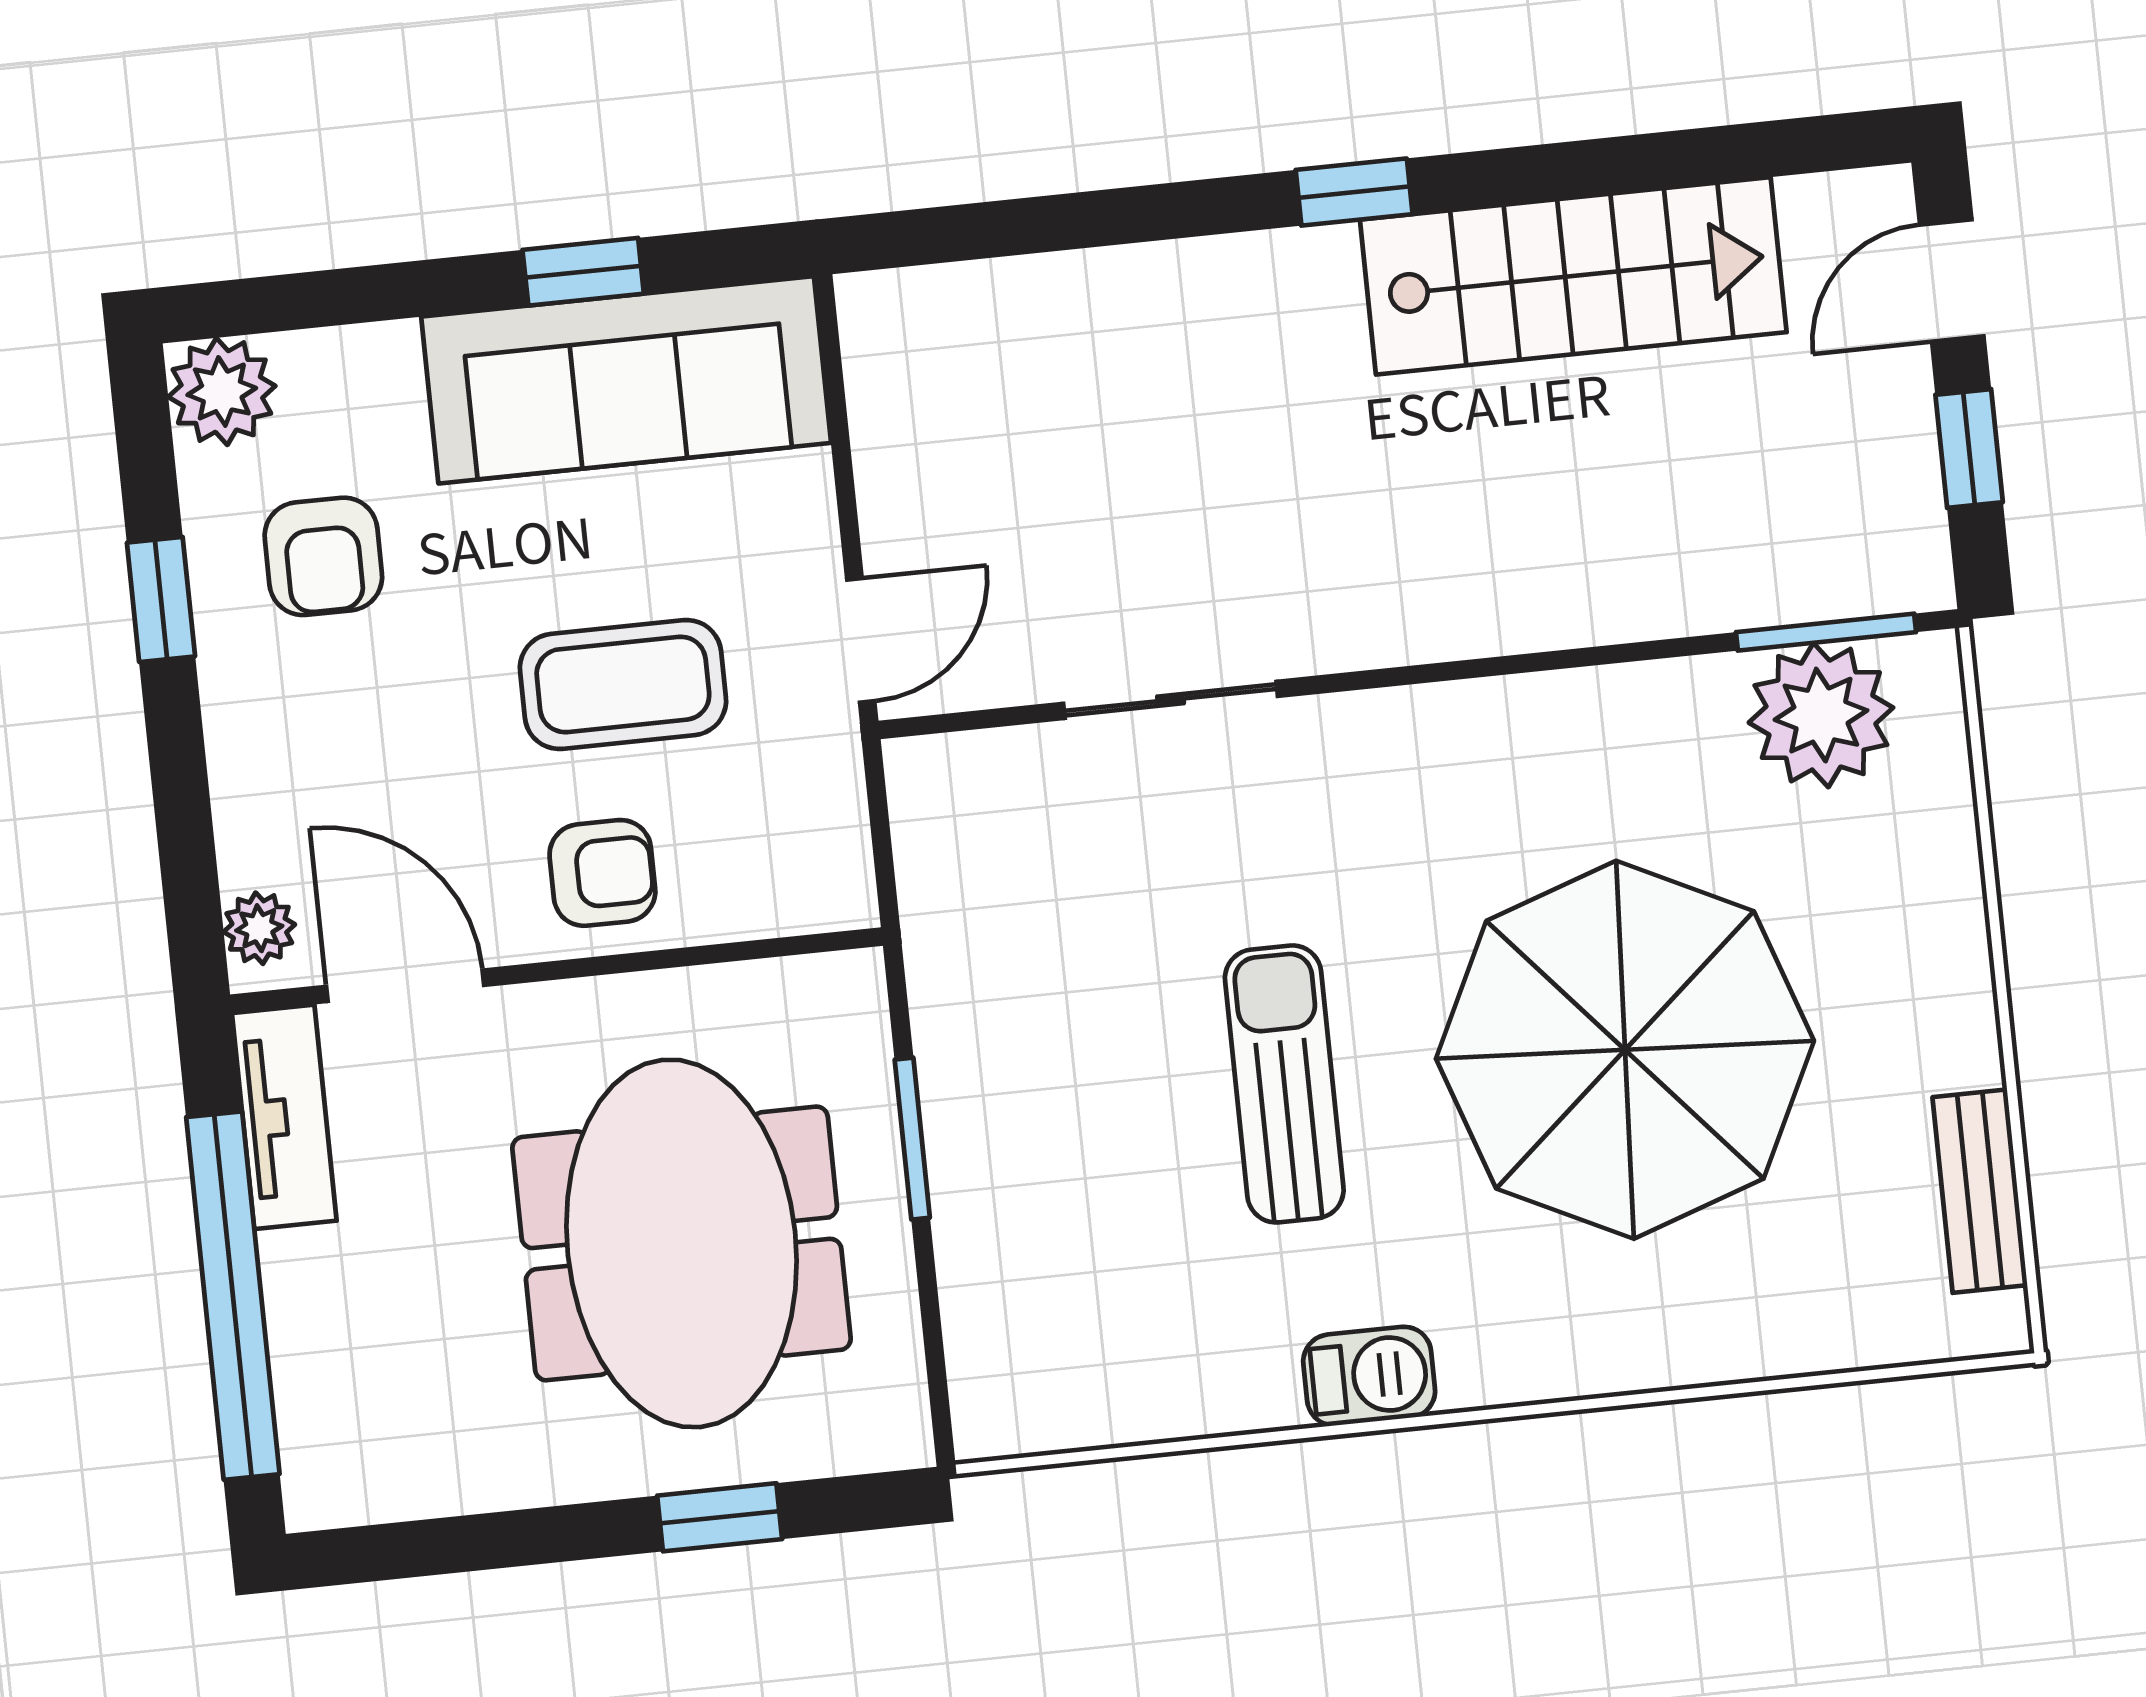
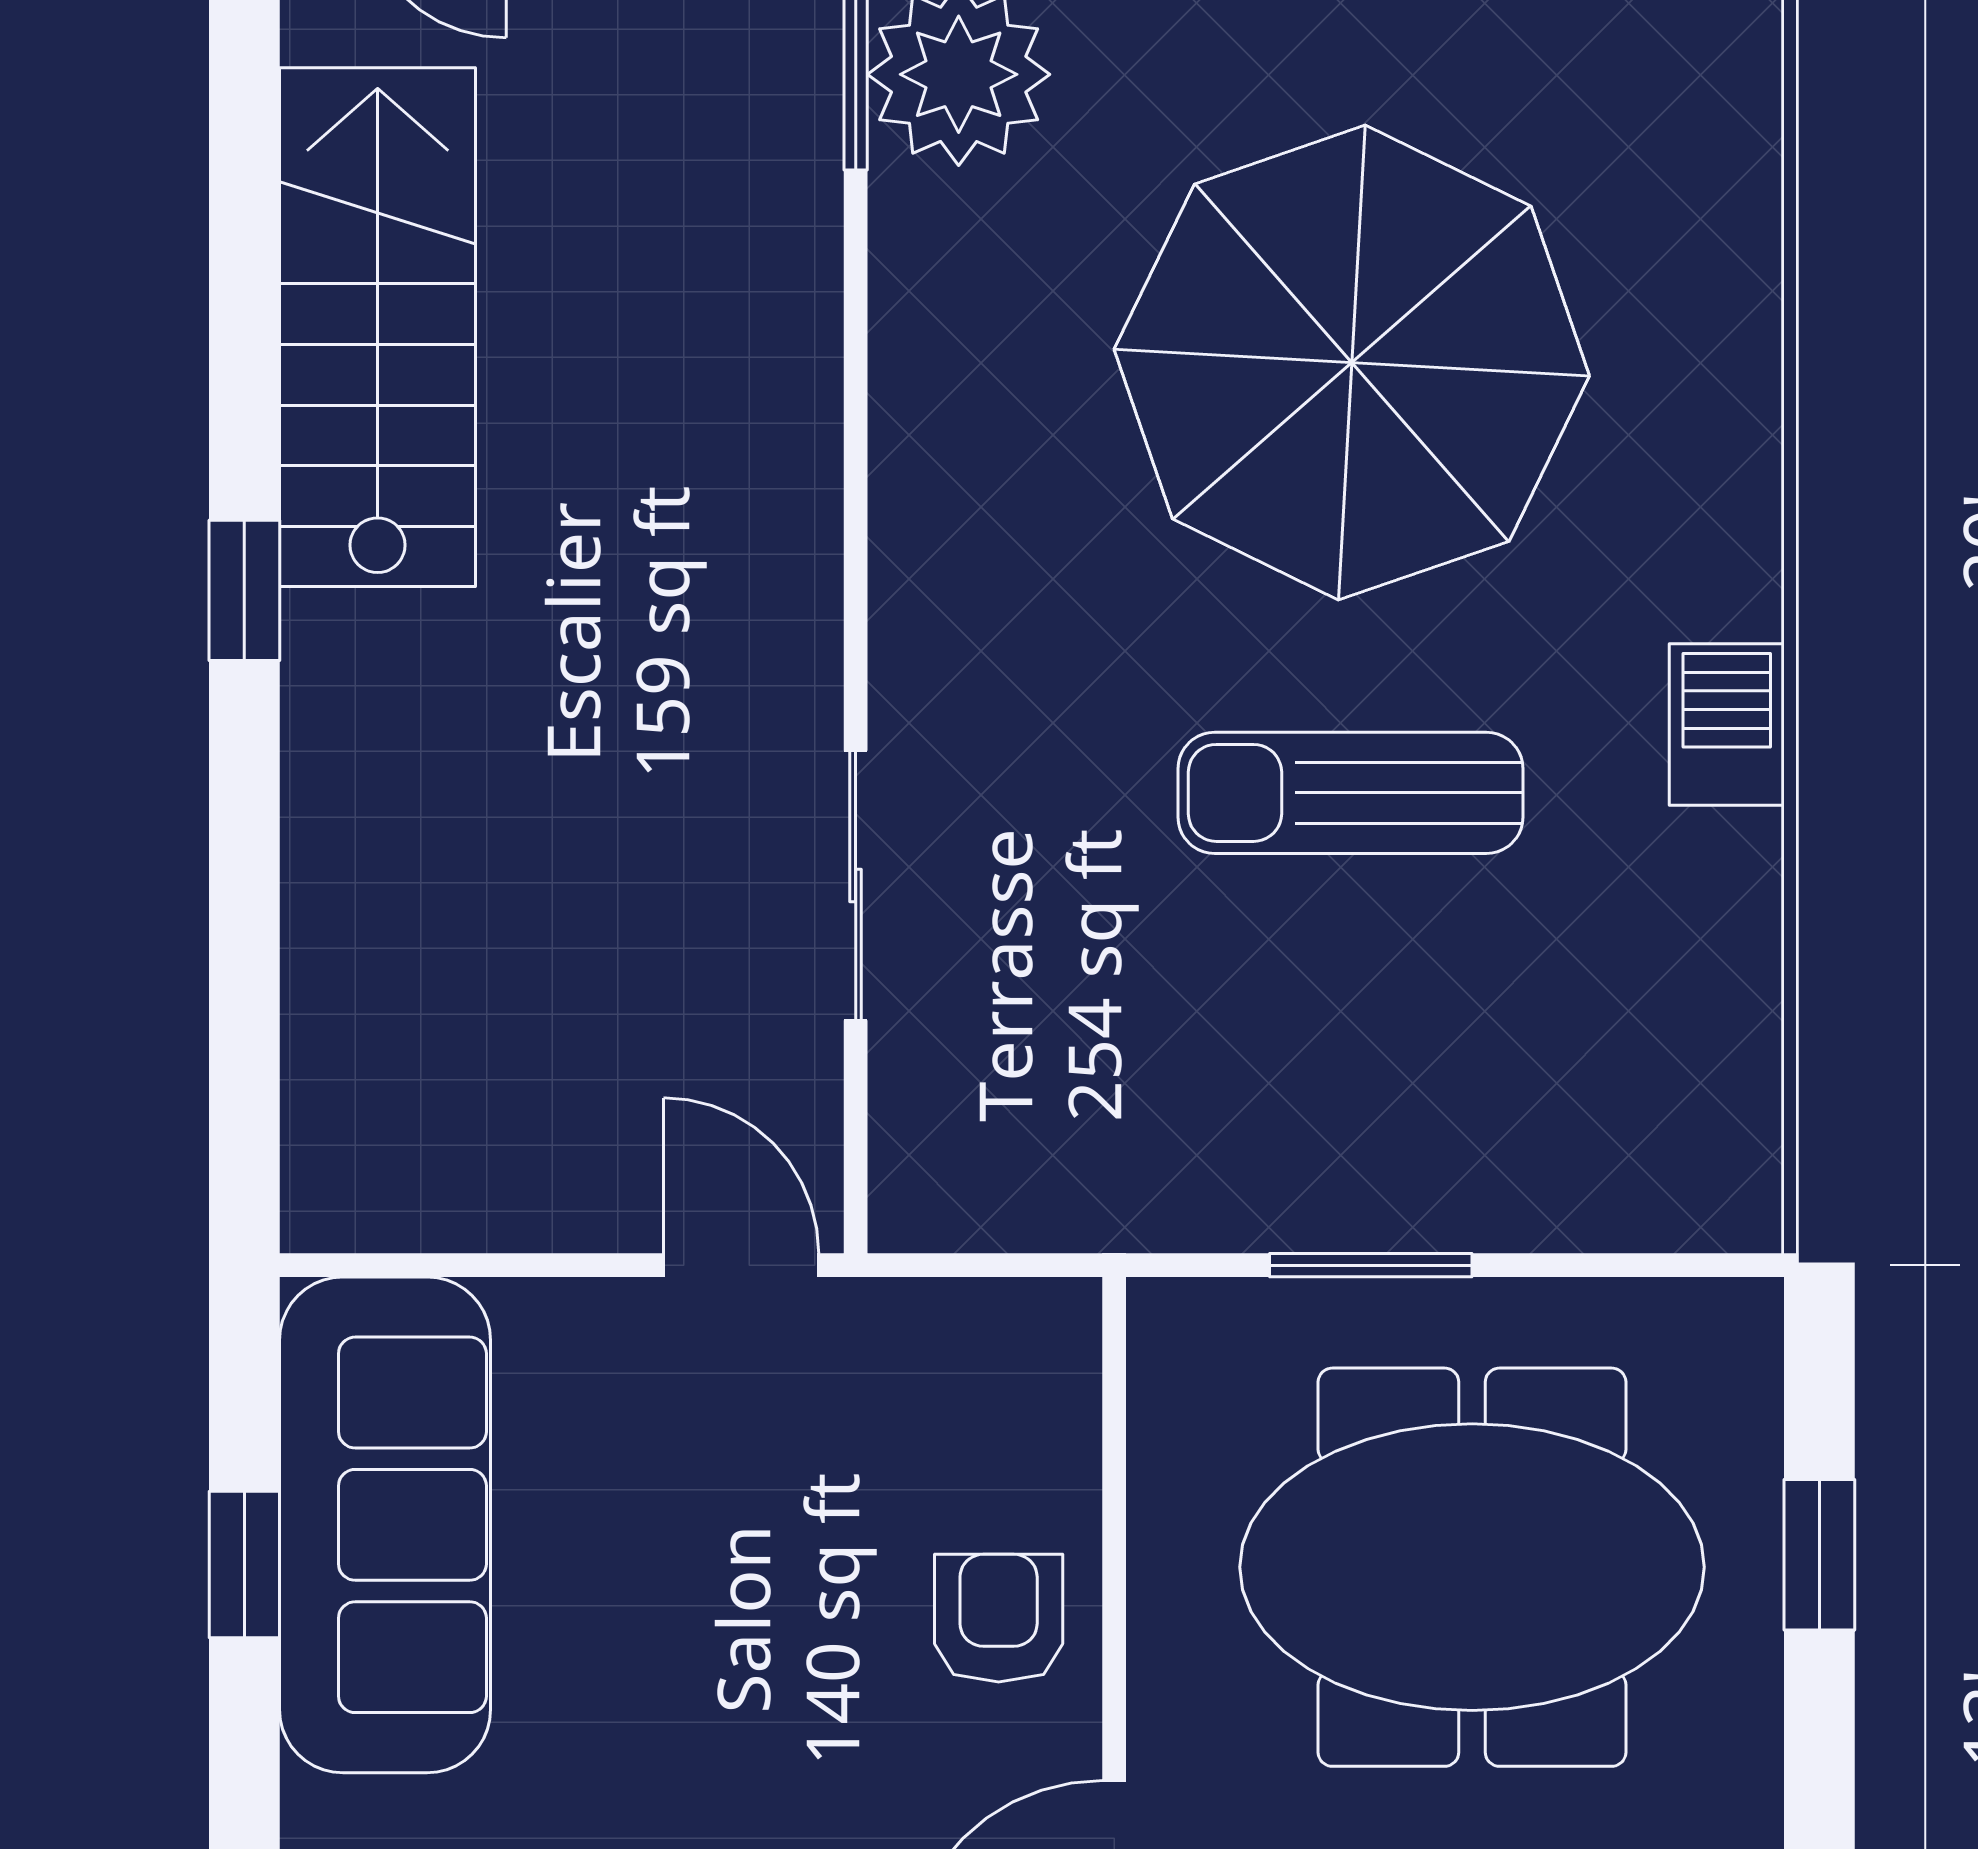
coffee table: (623, 684) -> (766, 1568), removed

